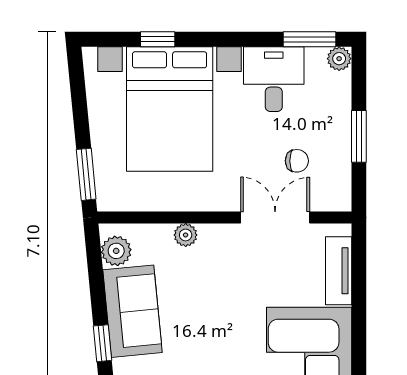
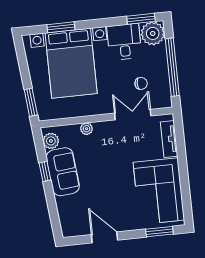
window: (158, 39) -> (61, 27), width x1.50
plant: (339, 59) -> (153, 33), width x1.87, depth x1.87
window: (359, 136) -> (172, 67), width x2.11
window: (103, 343) -> (45, 171), moved

